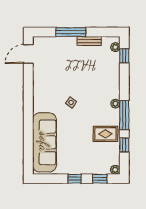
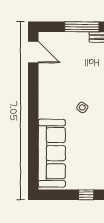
door: (28, 54) -> (33, 52), swing flipped

